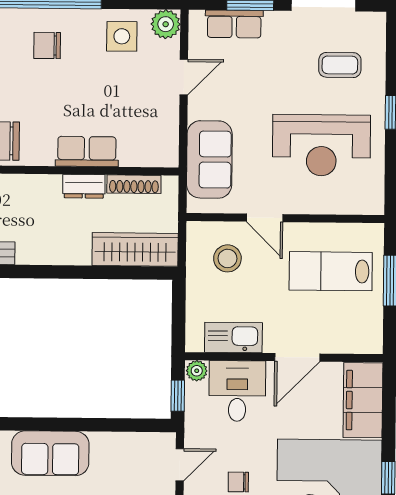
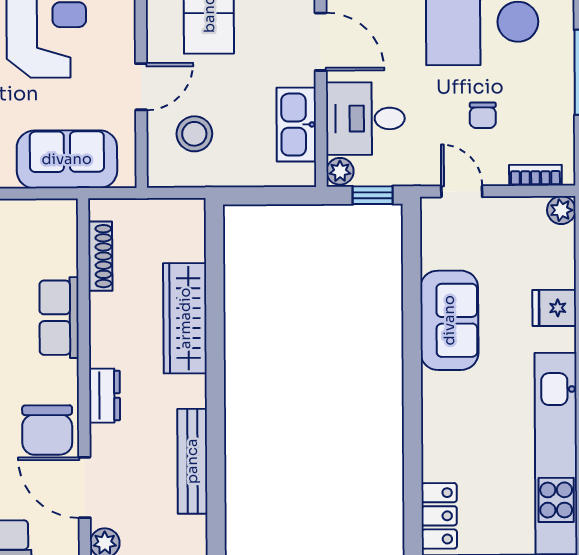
dresser: (84, 186) -> (104, 396), moved
wardrobe: (135, 249) -> (185, 318), moved
sofa: (50, 453) -> (449, 320), moved

